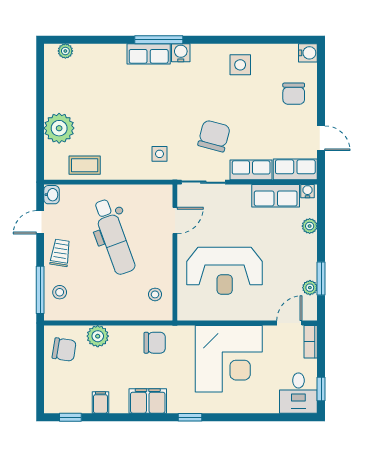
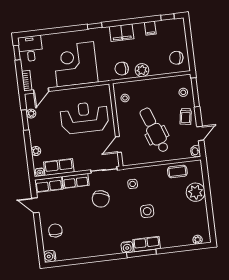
side table: (240, 65) -> (147, 211), moved
plant: (98, 336) -> (142, 70), moved

